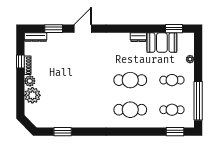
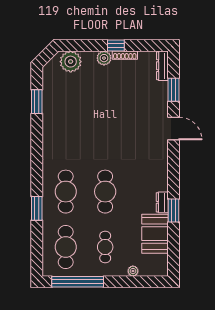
window: (174, 29) -> (174, 211), moved
window: (20, 61) -> (116, 45), moved
plant: (32, 95) -> (71, 62), moved
cafe table: (172, 110) -> (66, 247), width x1.37, depth x1.35
window: (175, 132) -> (37, 208), moved

